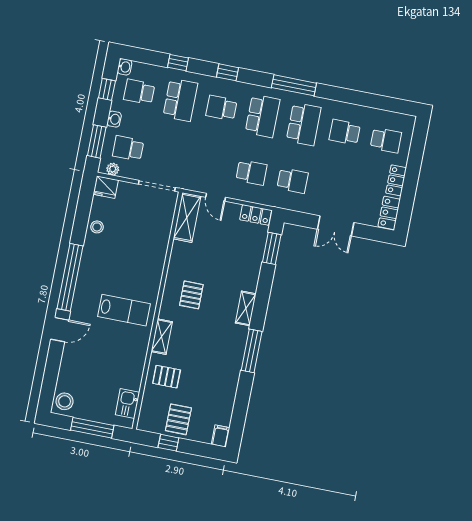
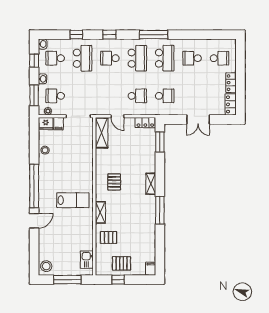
filing cabinet: (125, 191) -> (58, 124), added
pallet: (178, 419) -> (122, 263), turned 90

